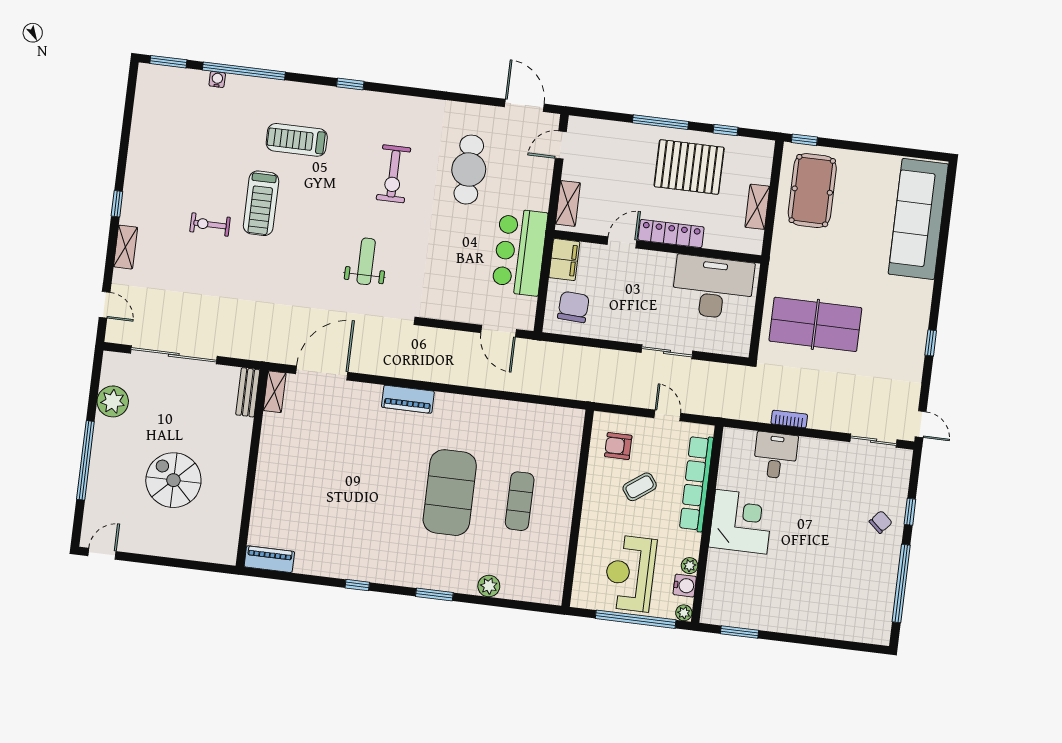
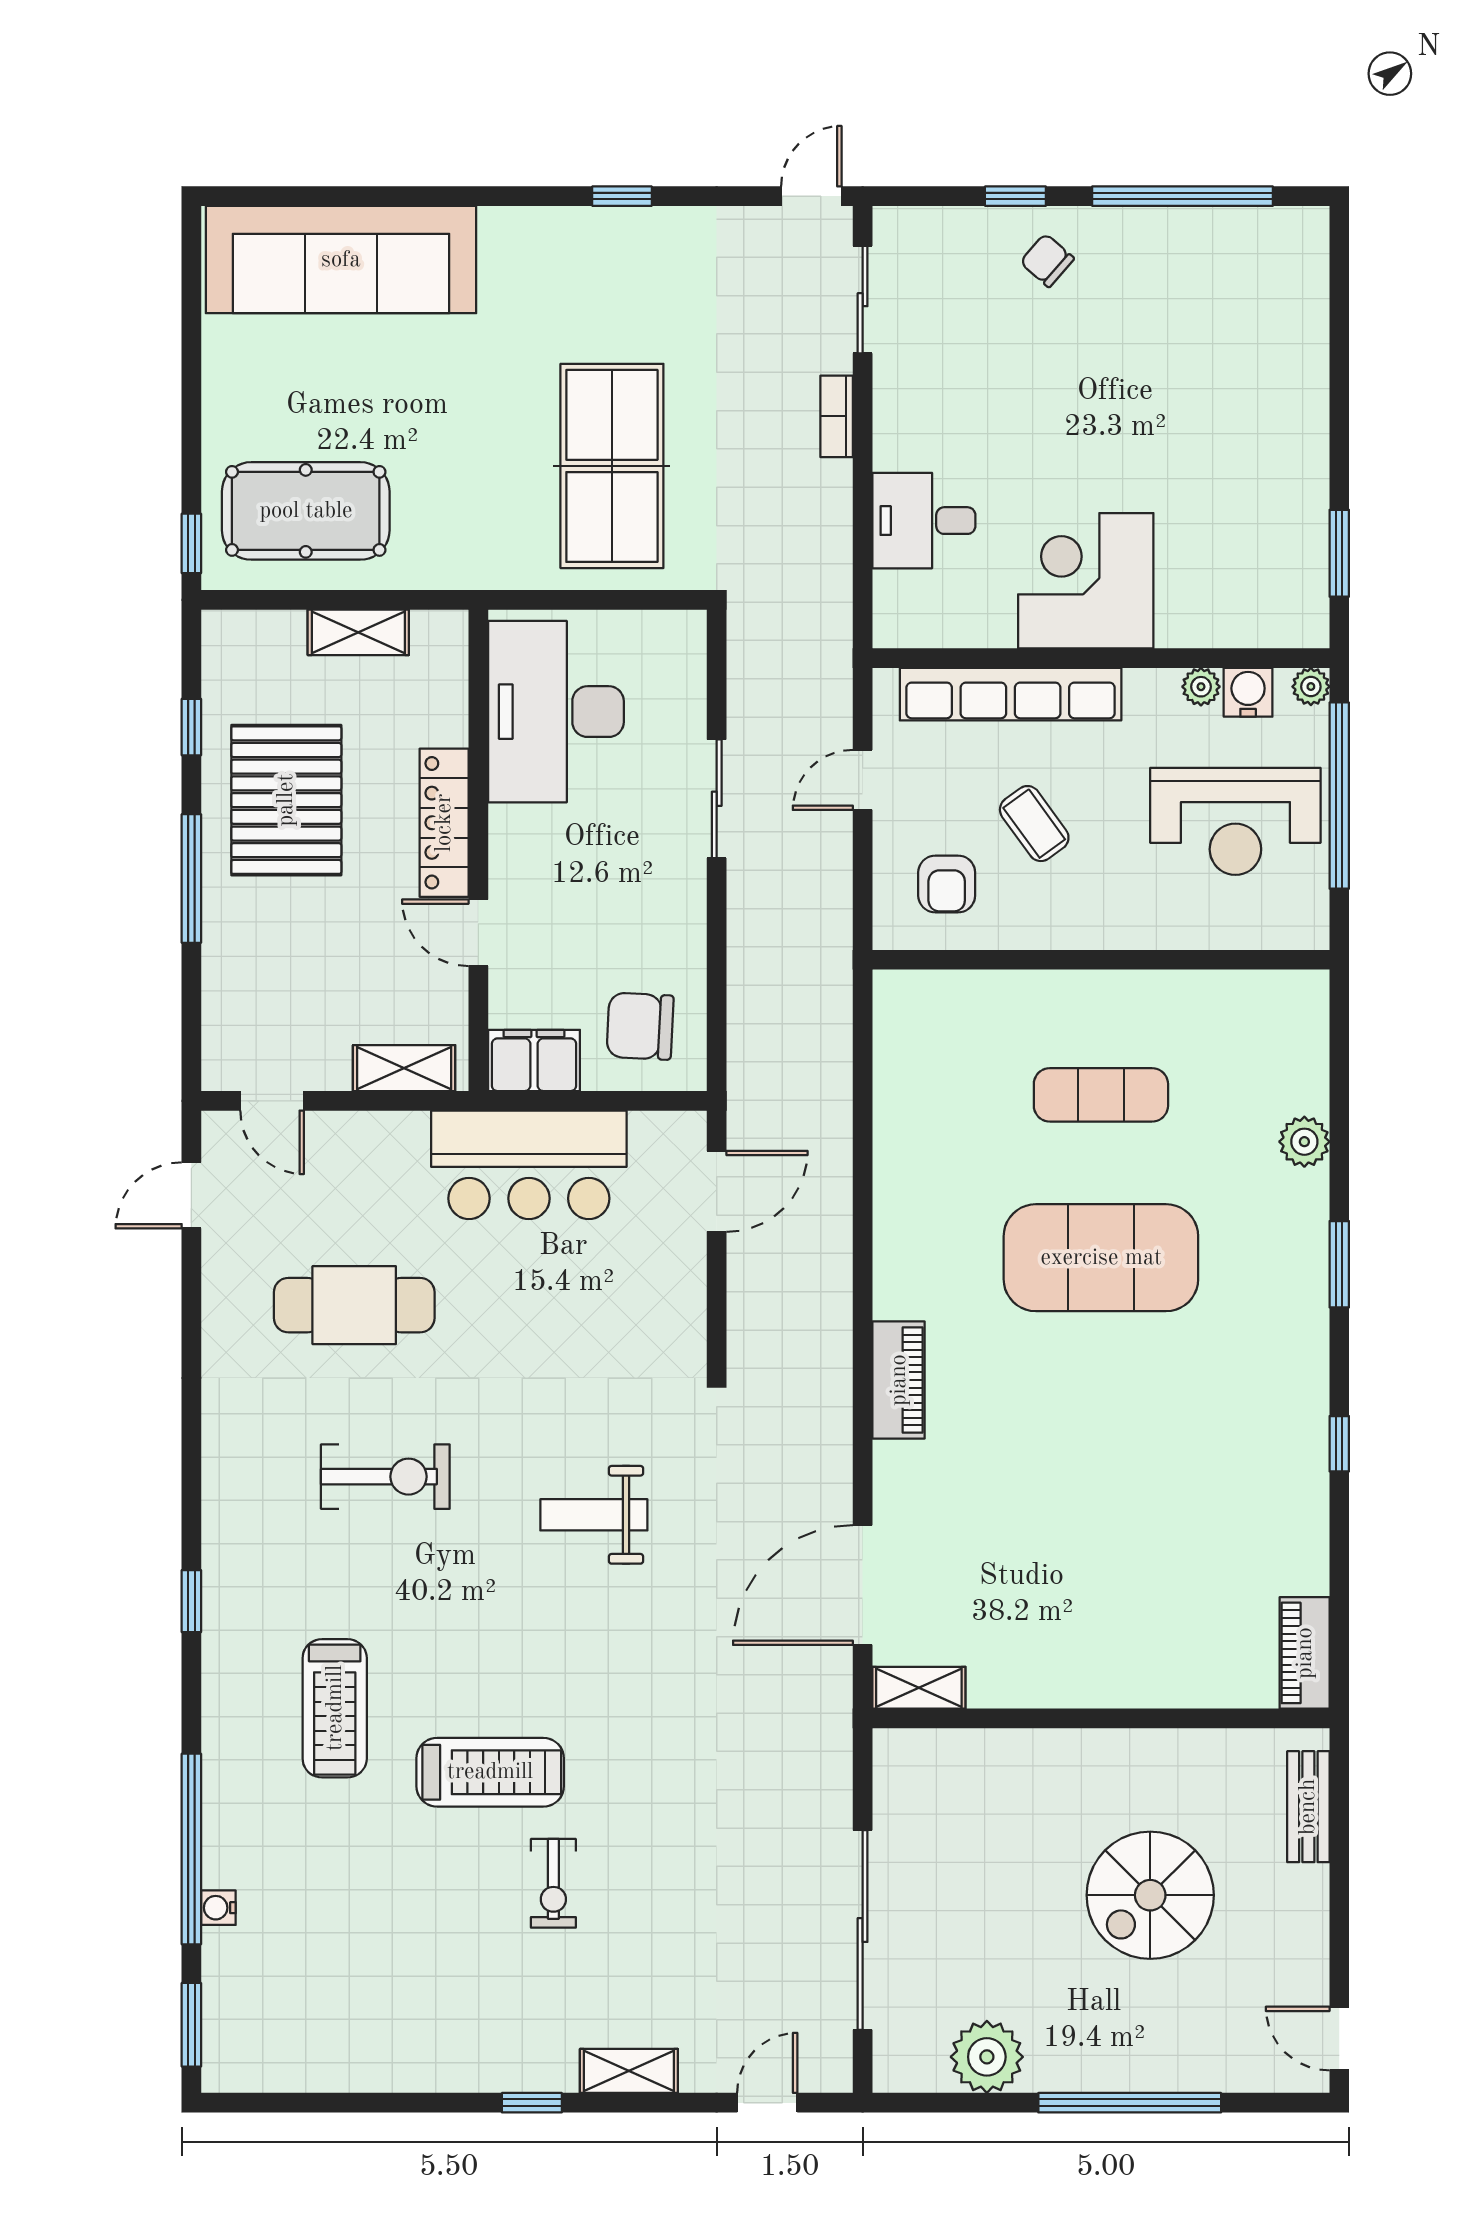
door: (524, 105) -> (191, 1195), width x0.73
door: (322, 373) -> (863, 1585), hinge flipped
bench: (248, 392) -> (1308, 1807), moved, turned 90
bookcase: (789, 419) -> (837, 416), moved

